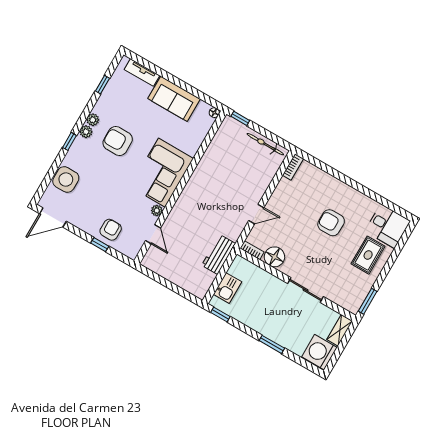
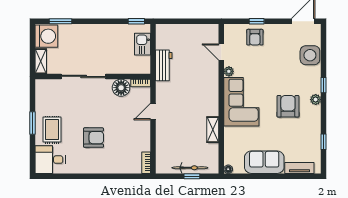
window: (240, 118) -> (192, 176), moved
plant: (93, 120) -> (316, 111), removed
armchair: (118, 141) -> (288, 106), turned -90
bicycle: (265, 144) -> (190, 168), moved
shelving: (207, 161) -> (213, 130), added
sliding door: (306, 290) -> (84, 76), width x1.37
window: (368, 301) -> (32, 123), moved
window: (272, 344) -> (61, 21), moved

